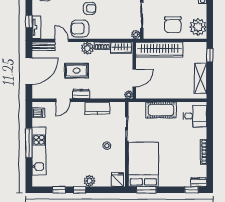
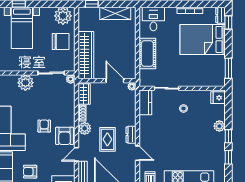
kitchen counter: (97, 108) -> (145, 102), moved
bed: (143, 164) -> (203, 39), moved

